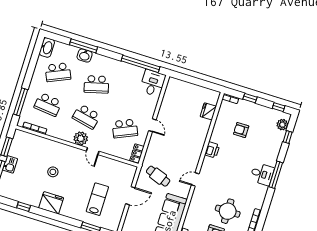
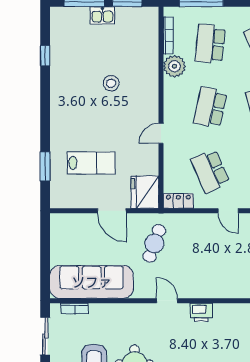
door: (152, 125) -> (228, 211), hinge flipped
plant: (81, 138) -> (174, 66), moved
printer: (212, 150) -> (201, 312), moved
fridge: (51, 203) -> (145, 192), moved, turned 180

